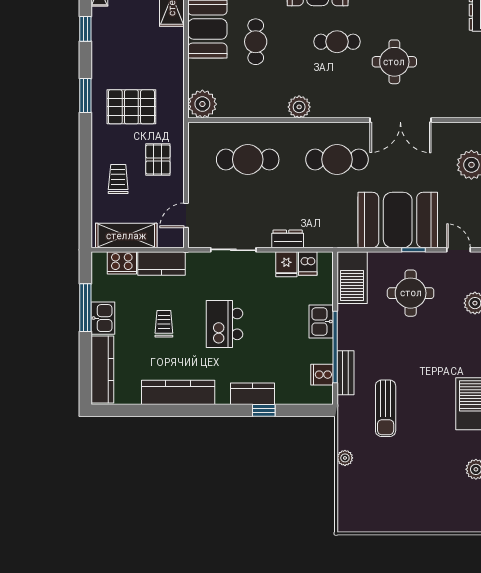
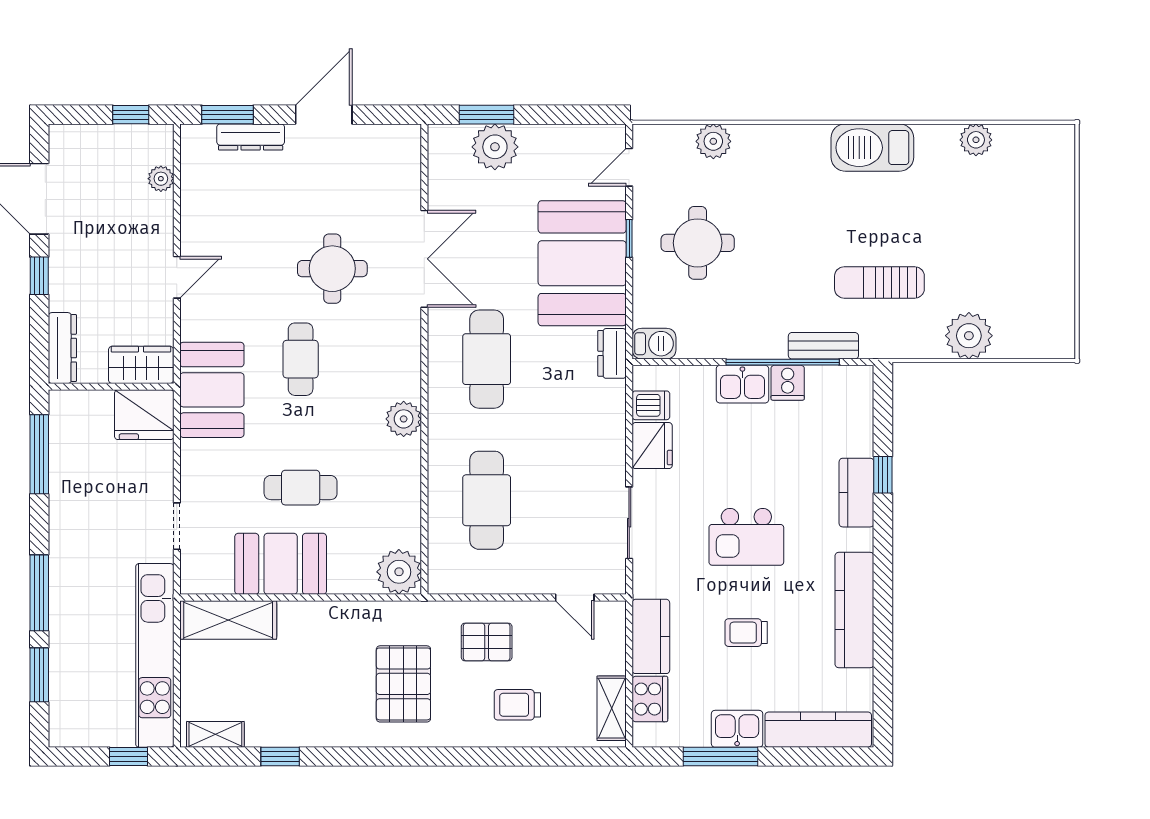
window: (85, 96) -> (386, 756), removed
shelving: (126, 236) -> (612, 708), width x0.67, depth x0.75
dresser: (288, 239) -> (612, 353), moved
fridge: (286, 264) -> (652, 446), width x1.38
barbecue: (352, 278) -> (654, 344), width x0.53, depth x0.65
cooker: (322, 375) -> (788, 383), moved
sun lounger: (386, 408) -> (879, 282), turned 180
plant: (345, 458) -> (969, 336), width x1.88, depth x1.88

